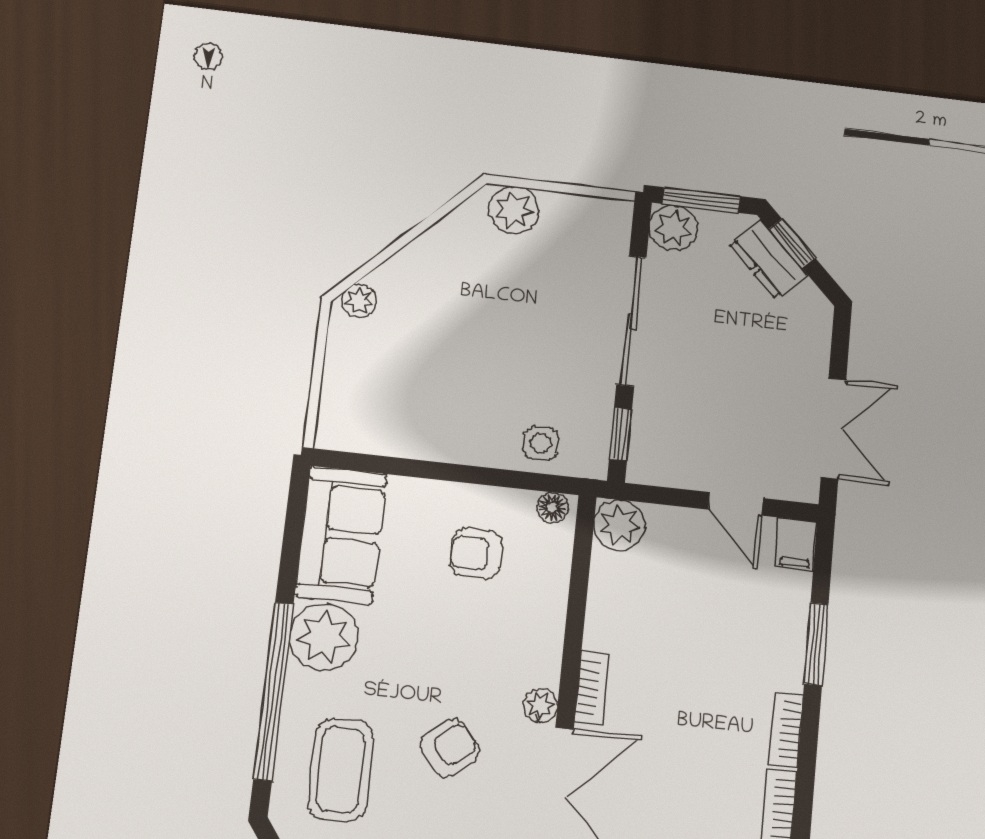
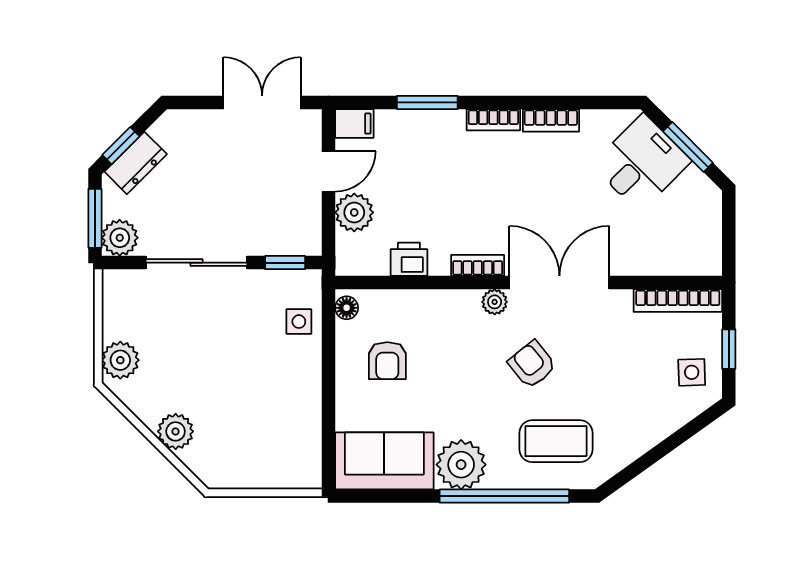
plant: (359, 301) -> (176, 431), moved, width x1.38, depth x1.38
plant: (619, 525) -> (354, 212), moved
printer: (609, 597) -> (409, 259), added

